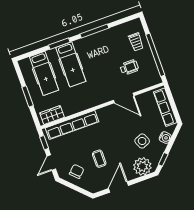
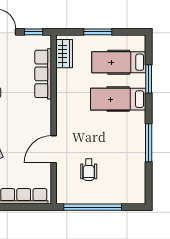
trolley: (136, 42) -> (117, 189), removed
window: (59, 44) -> (149, 79), moved
row of seats: (72, 125) -> (43, 74), width x0.73

